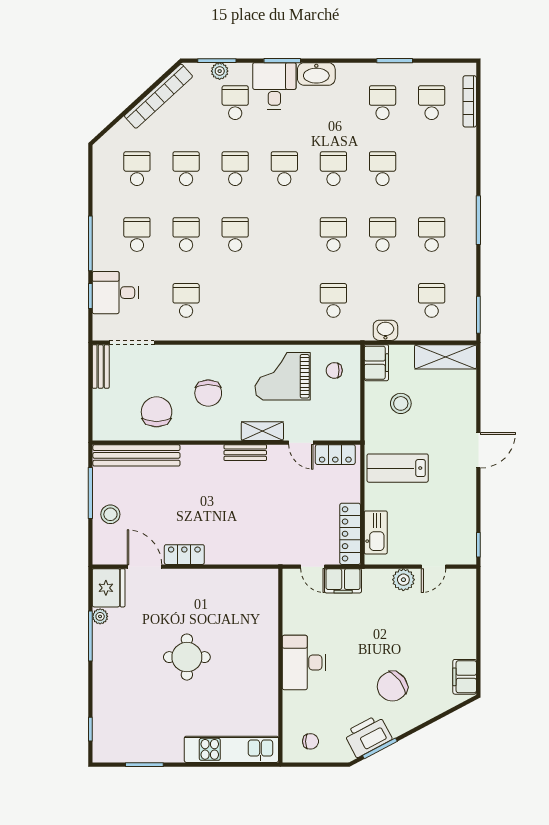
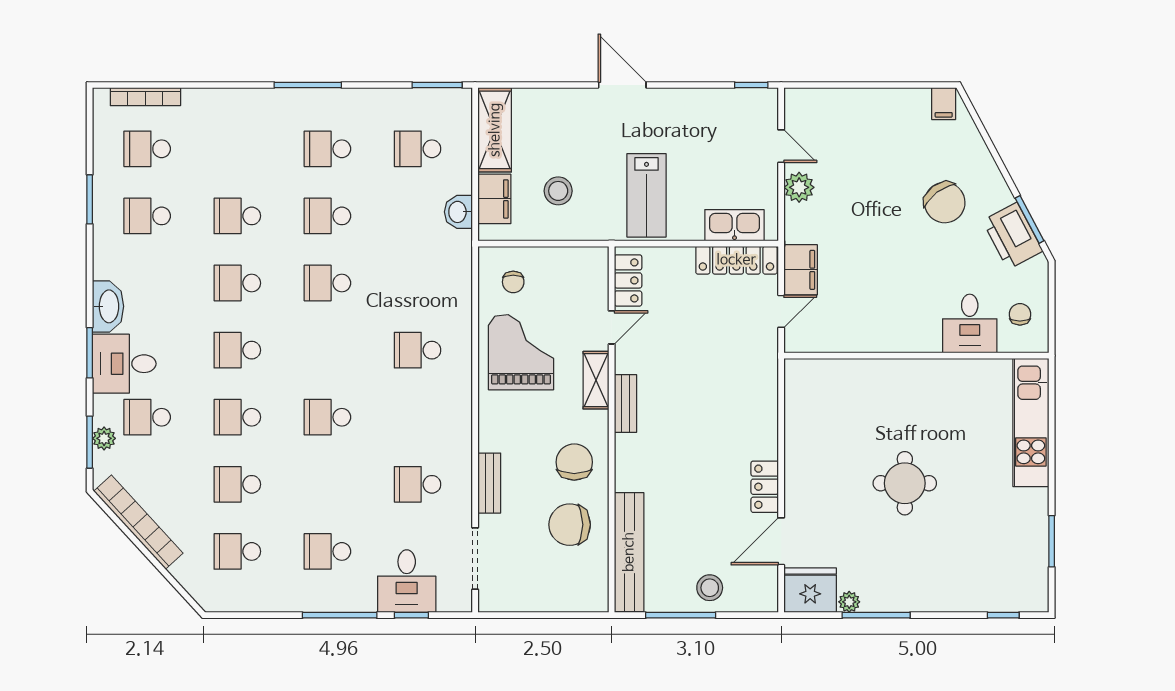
school desk: (186, 235) -> (327, 484), removed
school desk: (333, 300) -> (417, 350), moved
filing cabinet: (376, 363) -> (494, 199), moved, turned 90
bench: (101, 366) -> (489, 483), moved, turned 90
grand piano: (283, 376) -> (521, 352), turned 180
chair: (208, 393) -> (574, 462), moved, turned -90
desk: (304, 662) -> (970, 324), moved, width x0.73
filing cabinet: (465, 677) -> (944, 104), width x0.50

